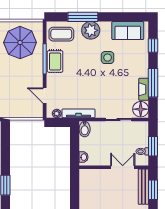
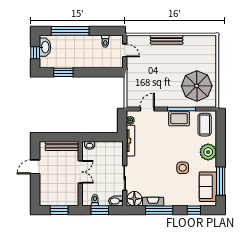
window: (83, 17) -> (221, 181), moved
bidet: (85, 129) -> (116, 201), moved
double door: (123, 167) -> (80, 172), moved
bench: (143, 187) -> (62, 146), moved

